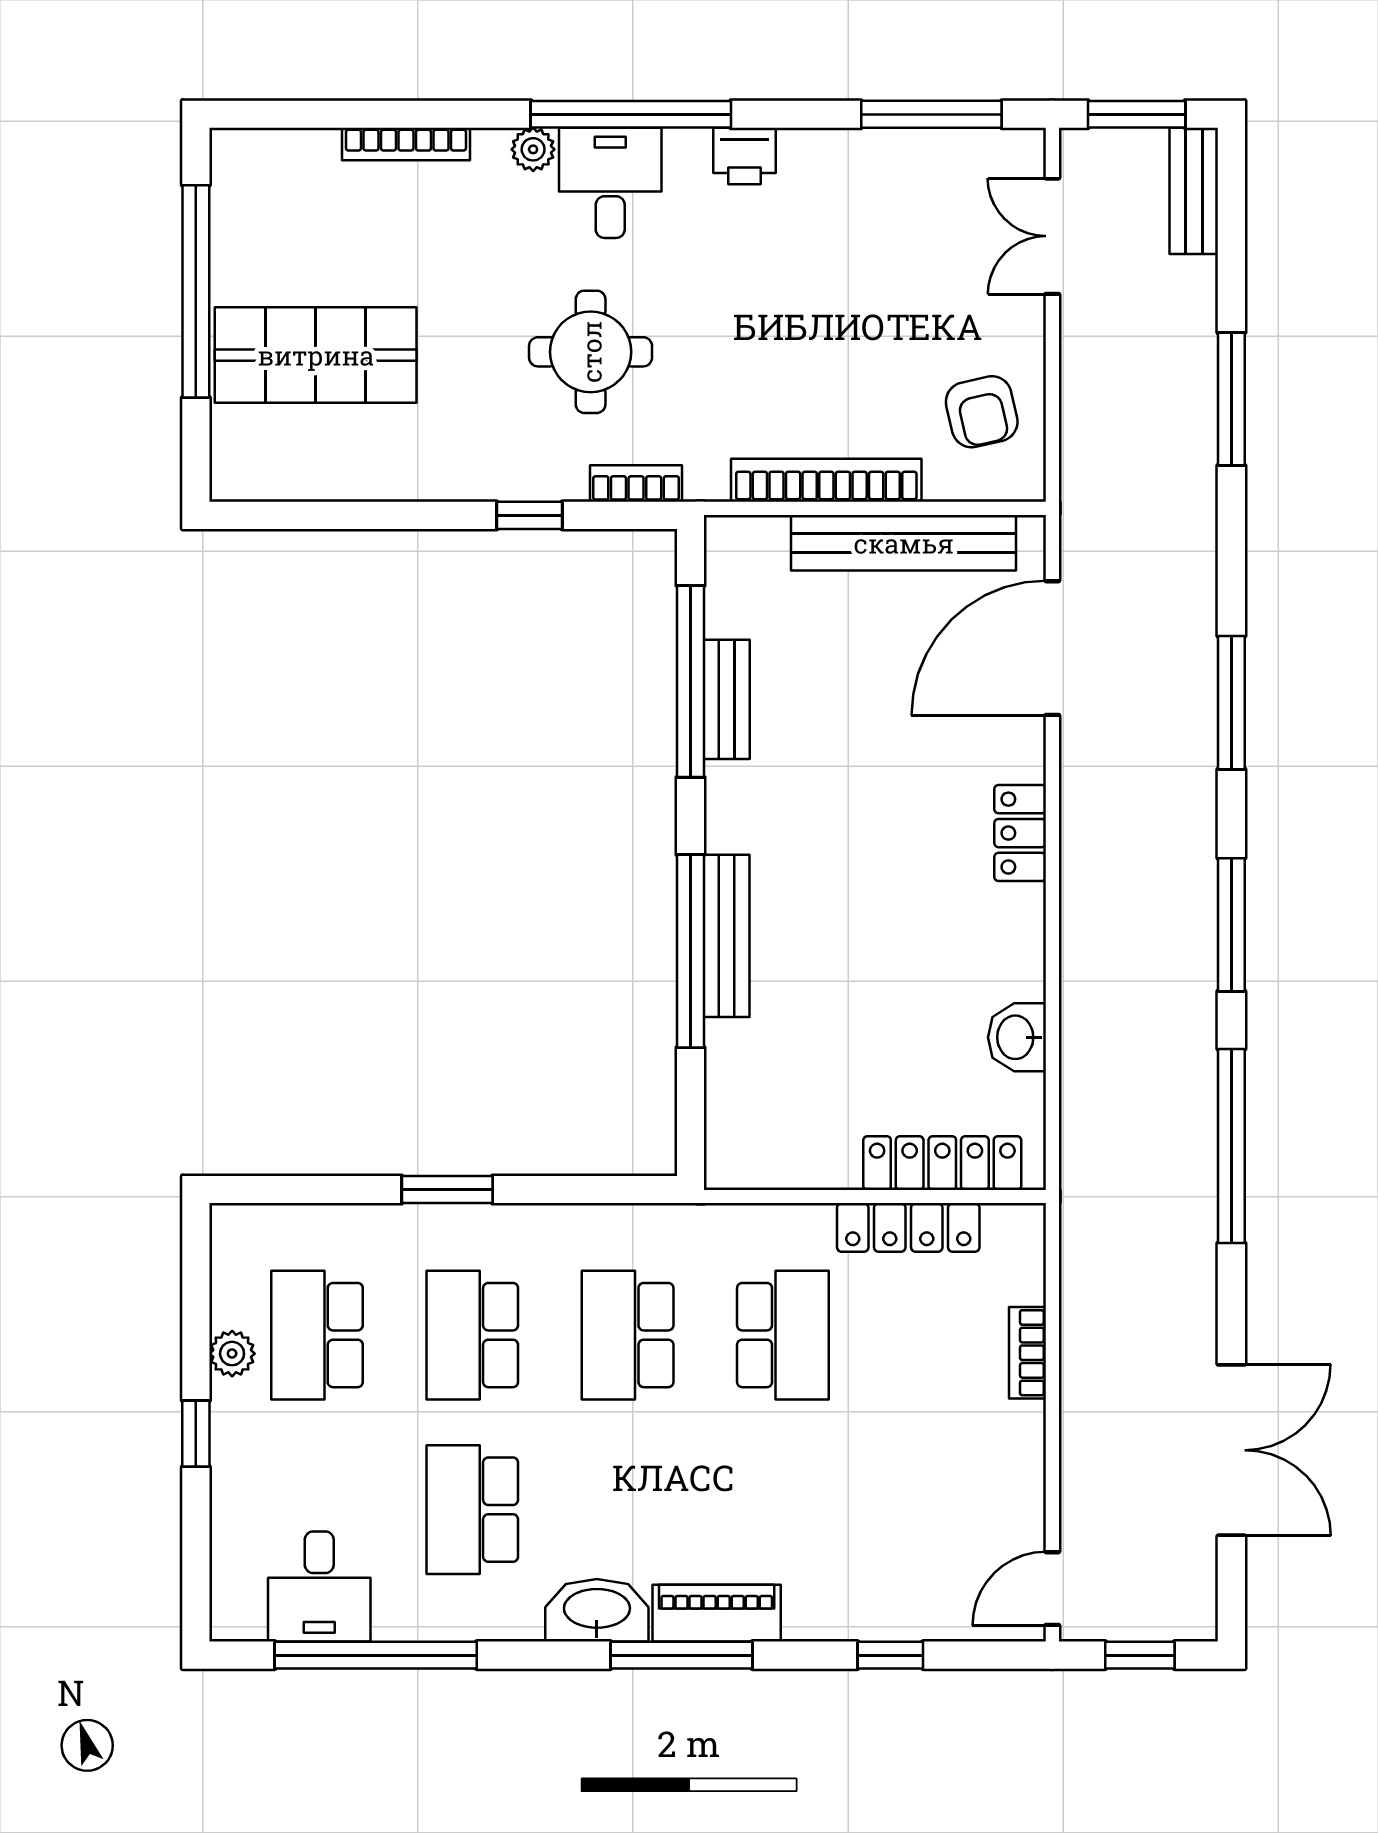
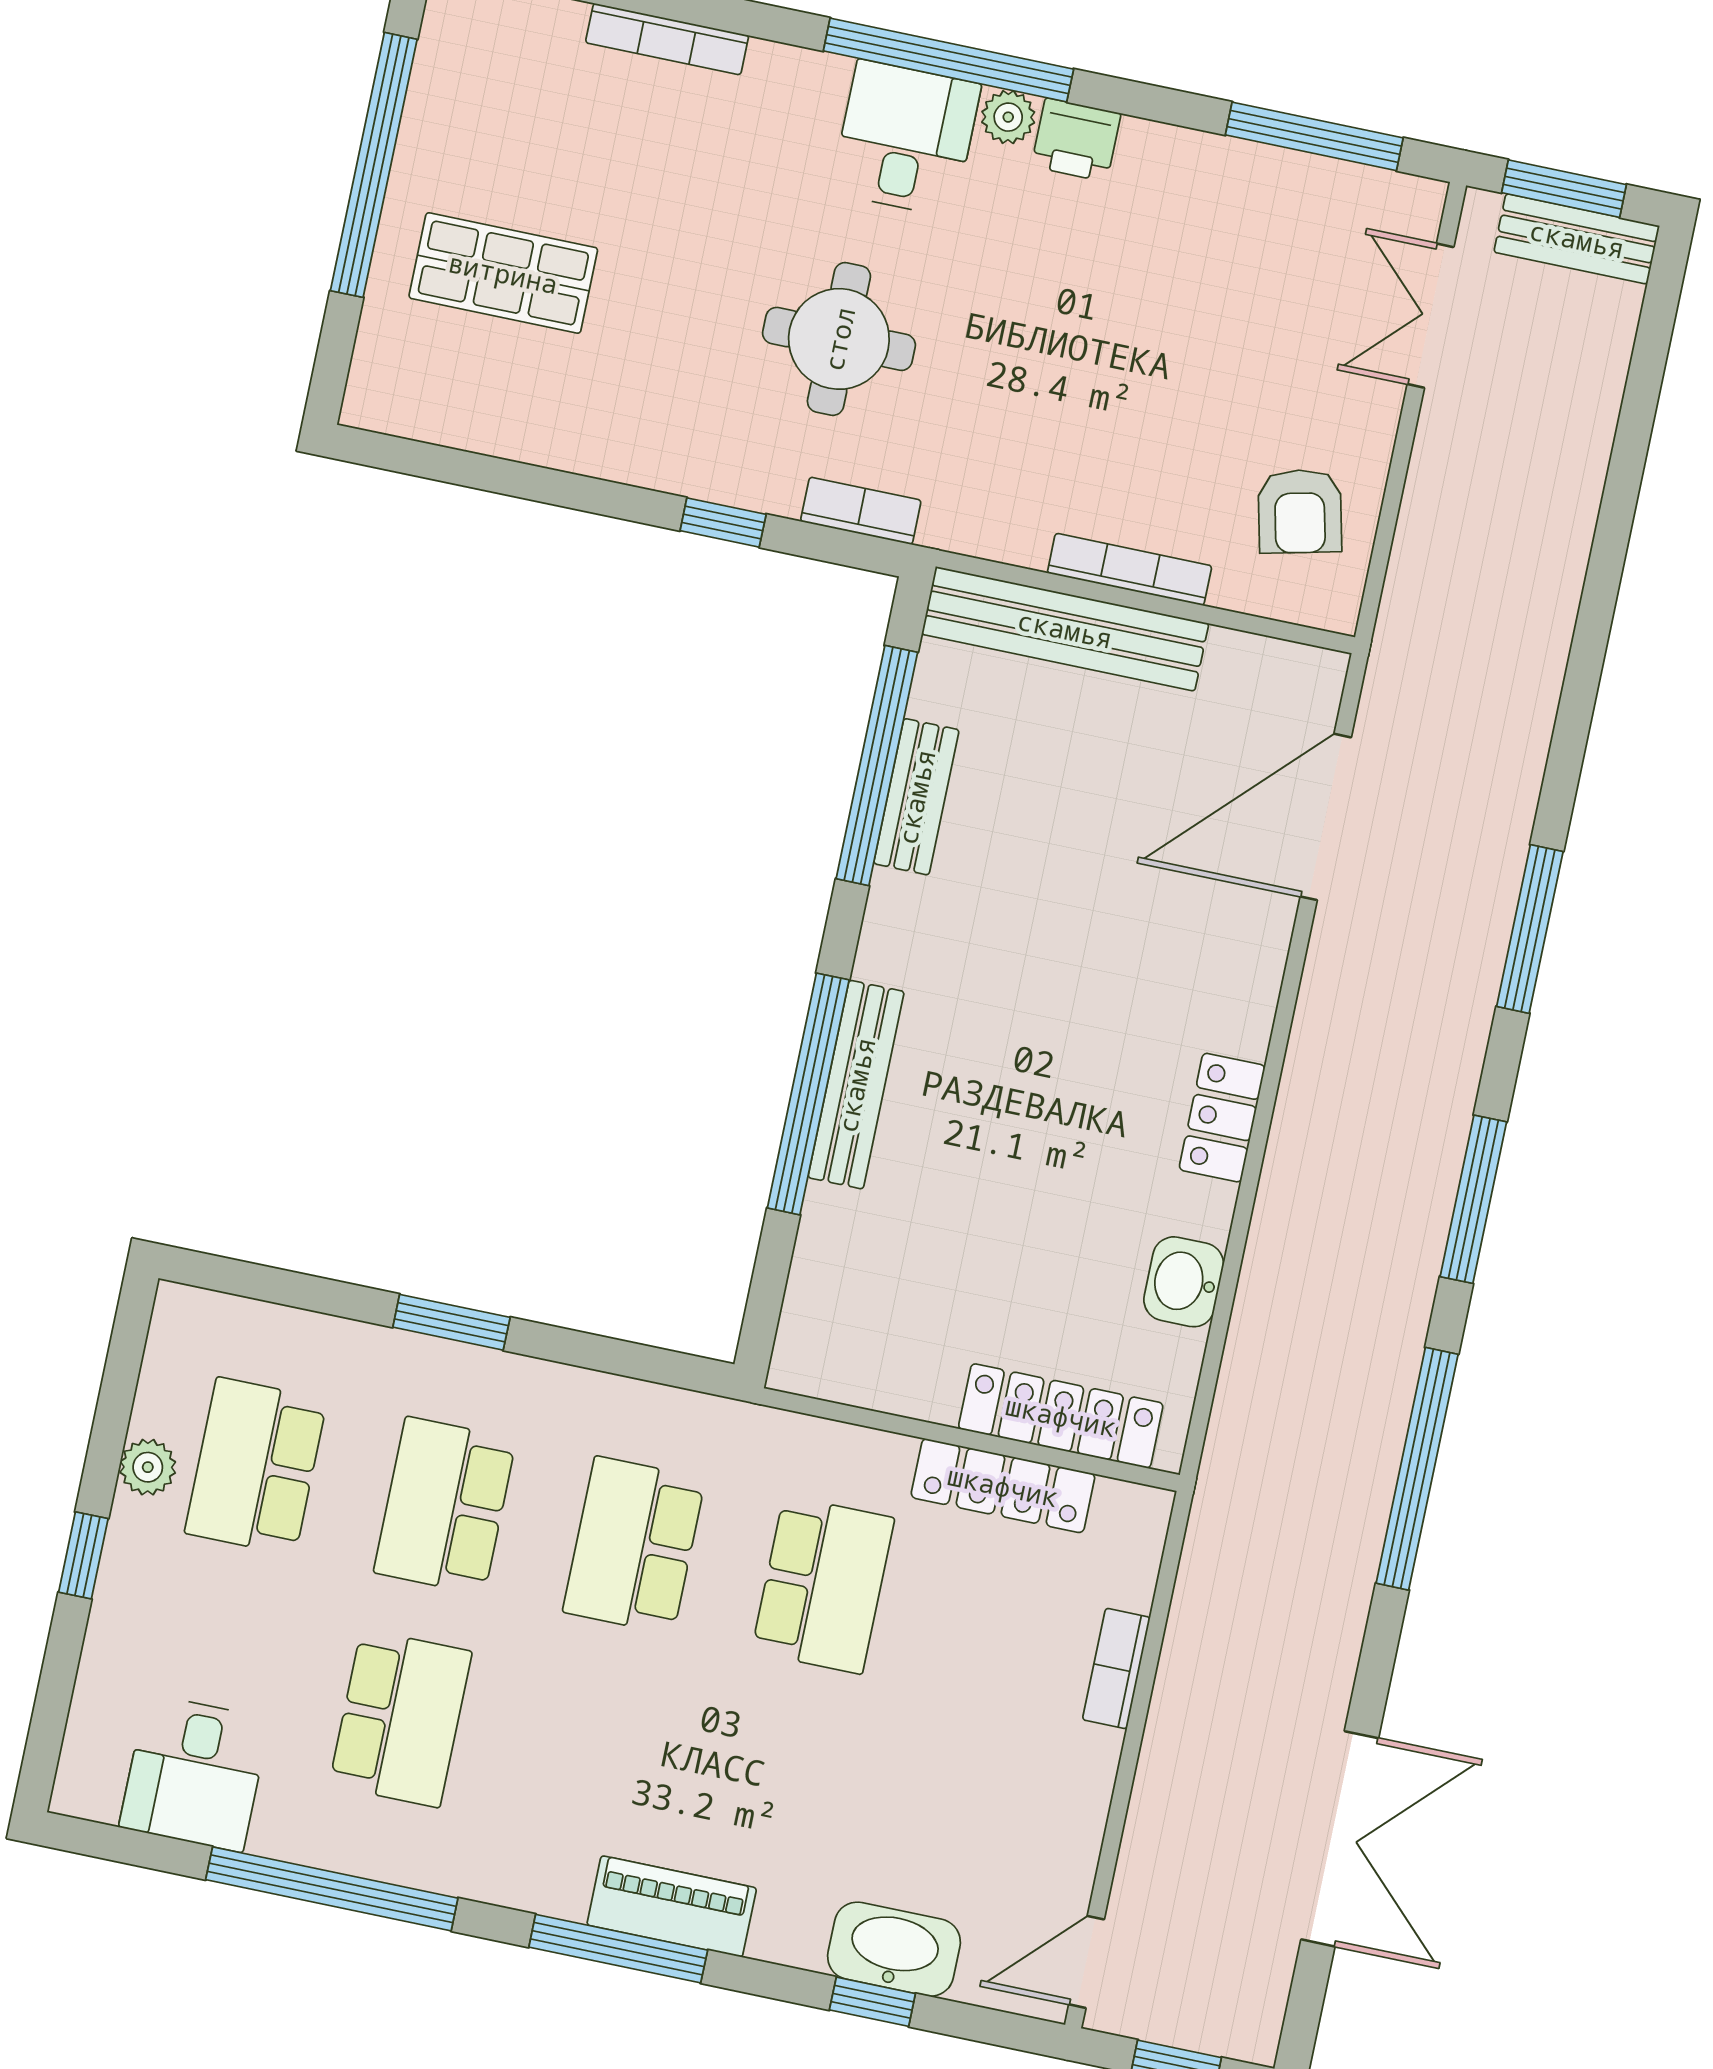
plant: (533, 149) -> (1008, 117), moved
bench: (1194, 191) -> (1577, 239), moved, turned 90
shop shelf: (316, 355) -> (503, 273), width x0.70, depth x0.74
window: (1231, 399) -> (1607, 559), removed
bookcase: (826, 480) -> (1130, 569), width x0.68, depth x0.76
bench: (904, 543) -> (1065, 629), moved
locker: (1020, 833) -> (1222, 1118), moved
school desk: (472, 1510) -> (400, 1718), turned 180
washbasin: (597, 1610) -> (894, 1949), moved
window: (376, 1655) -> (332, 1889), moved

